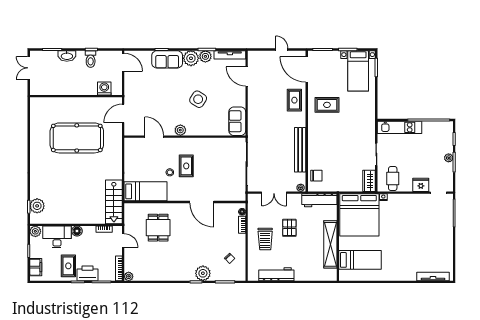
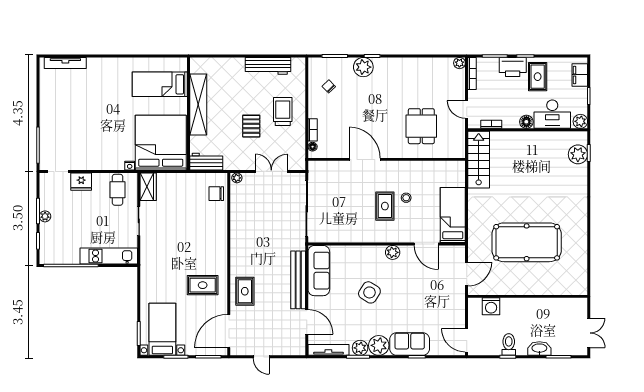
door: (307, 69) -> (229, 331), swing flipped
sofa: (237, 121) -> (319, 271), width x1.36
bench: (300, 150) -> (298, 280), moved
bed: (146, 191) -> (453, 215), moved, turned 90
workbench: (319, 200) -> (206, 162), width x0.73

